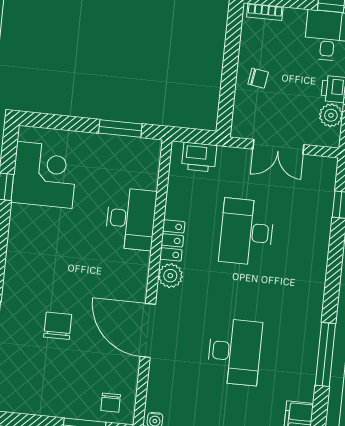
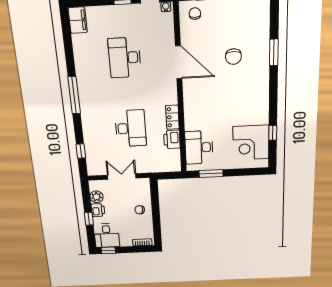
printer: (199, 157) -> (172, 139), moved, turned -90
desk: (131, 219) -> (199, 148), moved
plant: (170, 276) -> (170, 97), removed
window: (325, 354) -> (74, 95), moved

